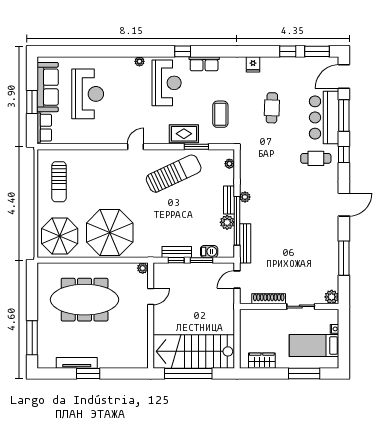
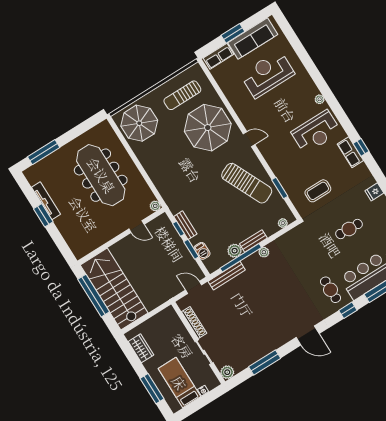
window: (183, 51) -> (361, 147), moved
reception desk: (88, 94) -> (267, 74), turned 180
rug: (184, 134) -> (284, 171), removed
parasol: (110, 233) -> (208, 128), moved

